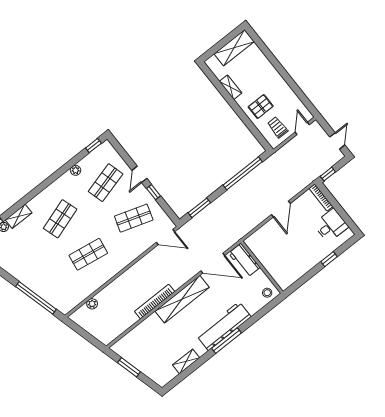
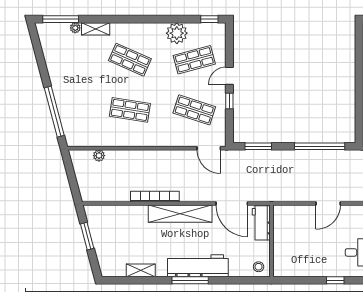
plant: (76, 170) -> (177, 33), width x1.88, depth x1.88
shop shelf: (60, 219) -> (130, 60), turned 42

